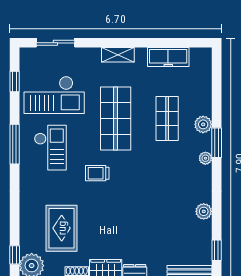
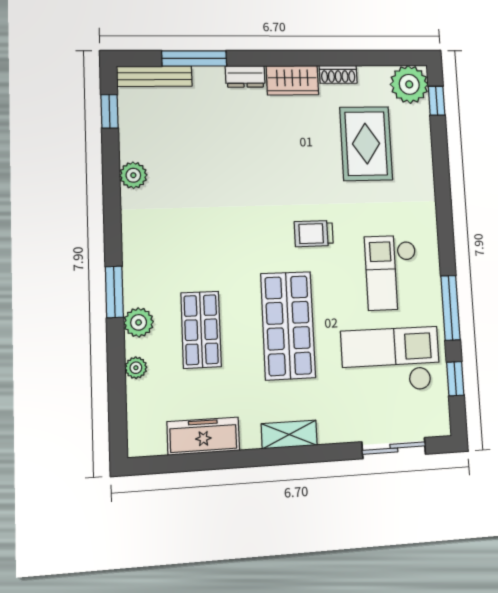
window: (15, 144) -> (450, 308), moved
plant: (205, 158) -> (136, 368), moved
trolley: (97, 173) -> (314, 234), turned 180

